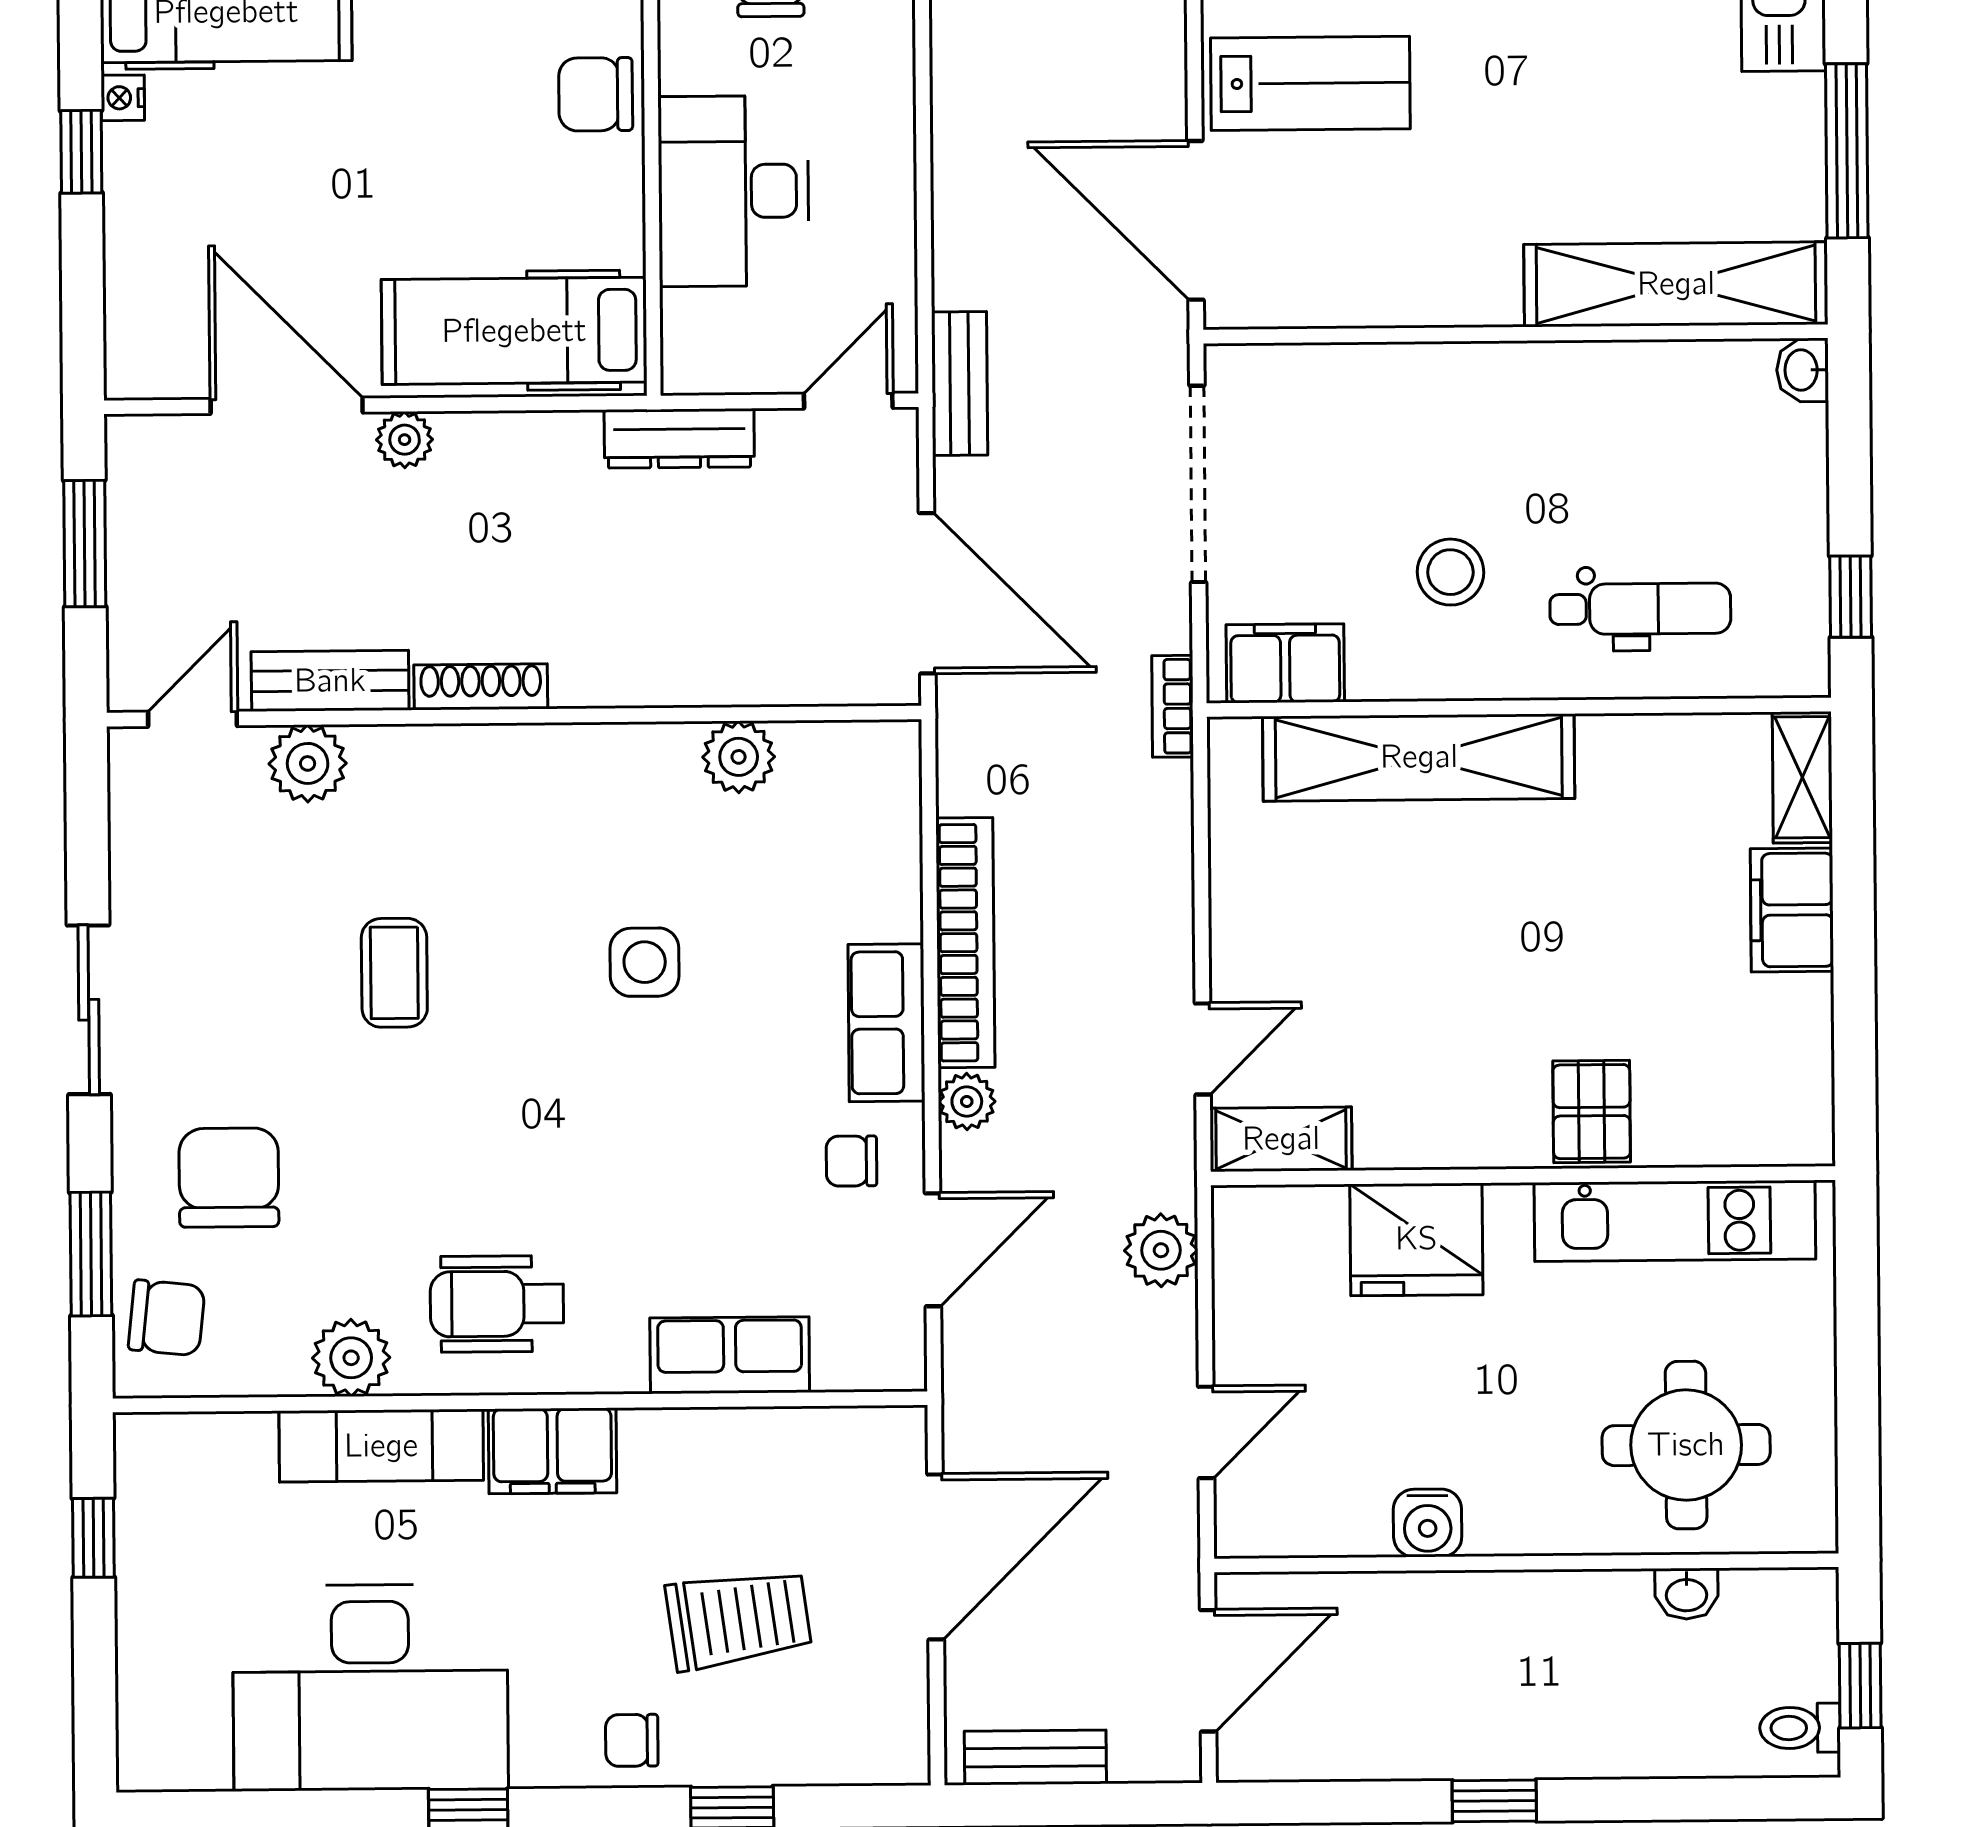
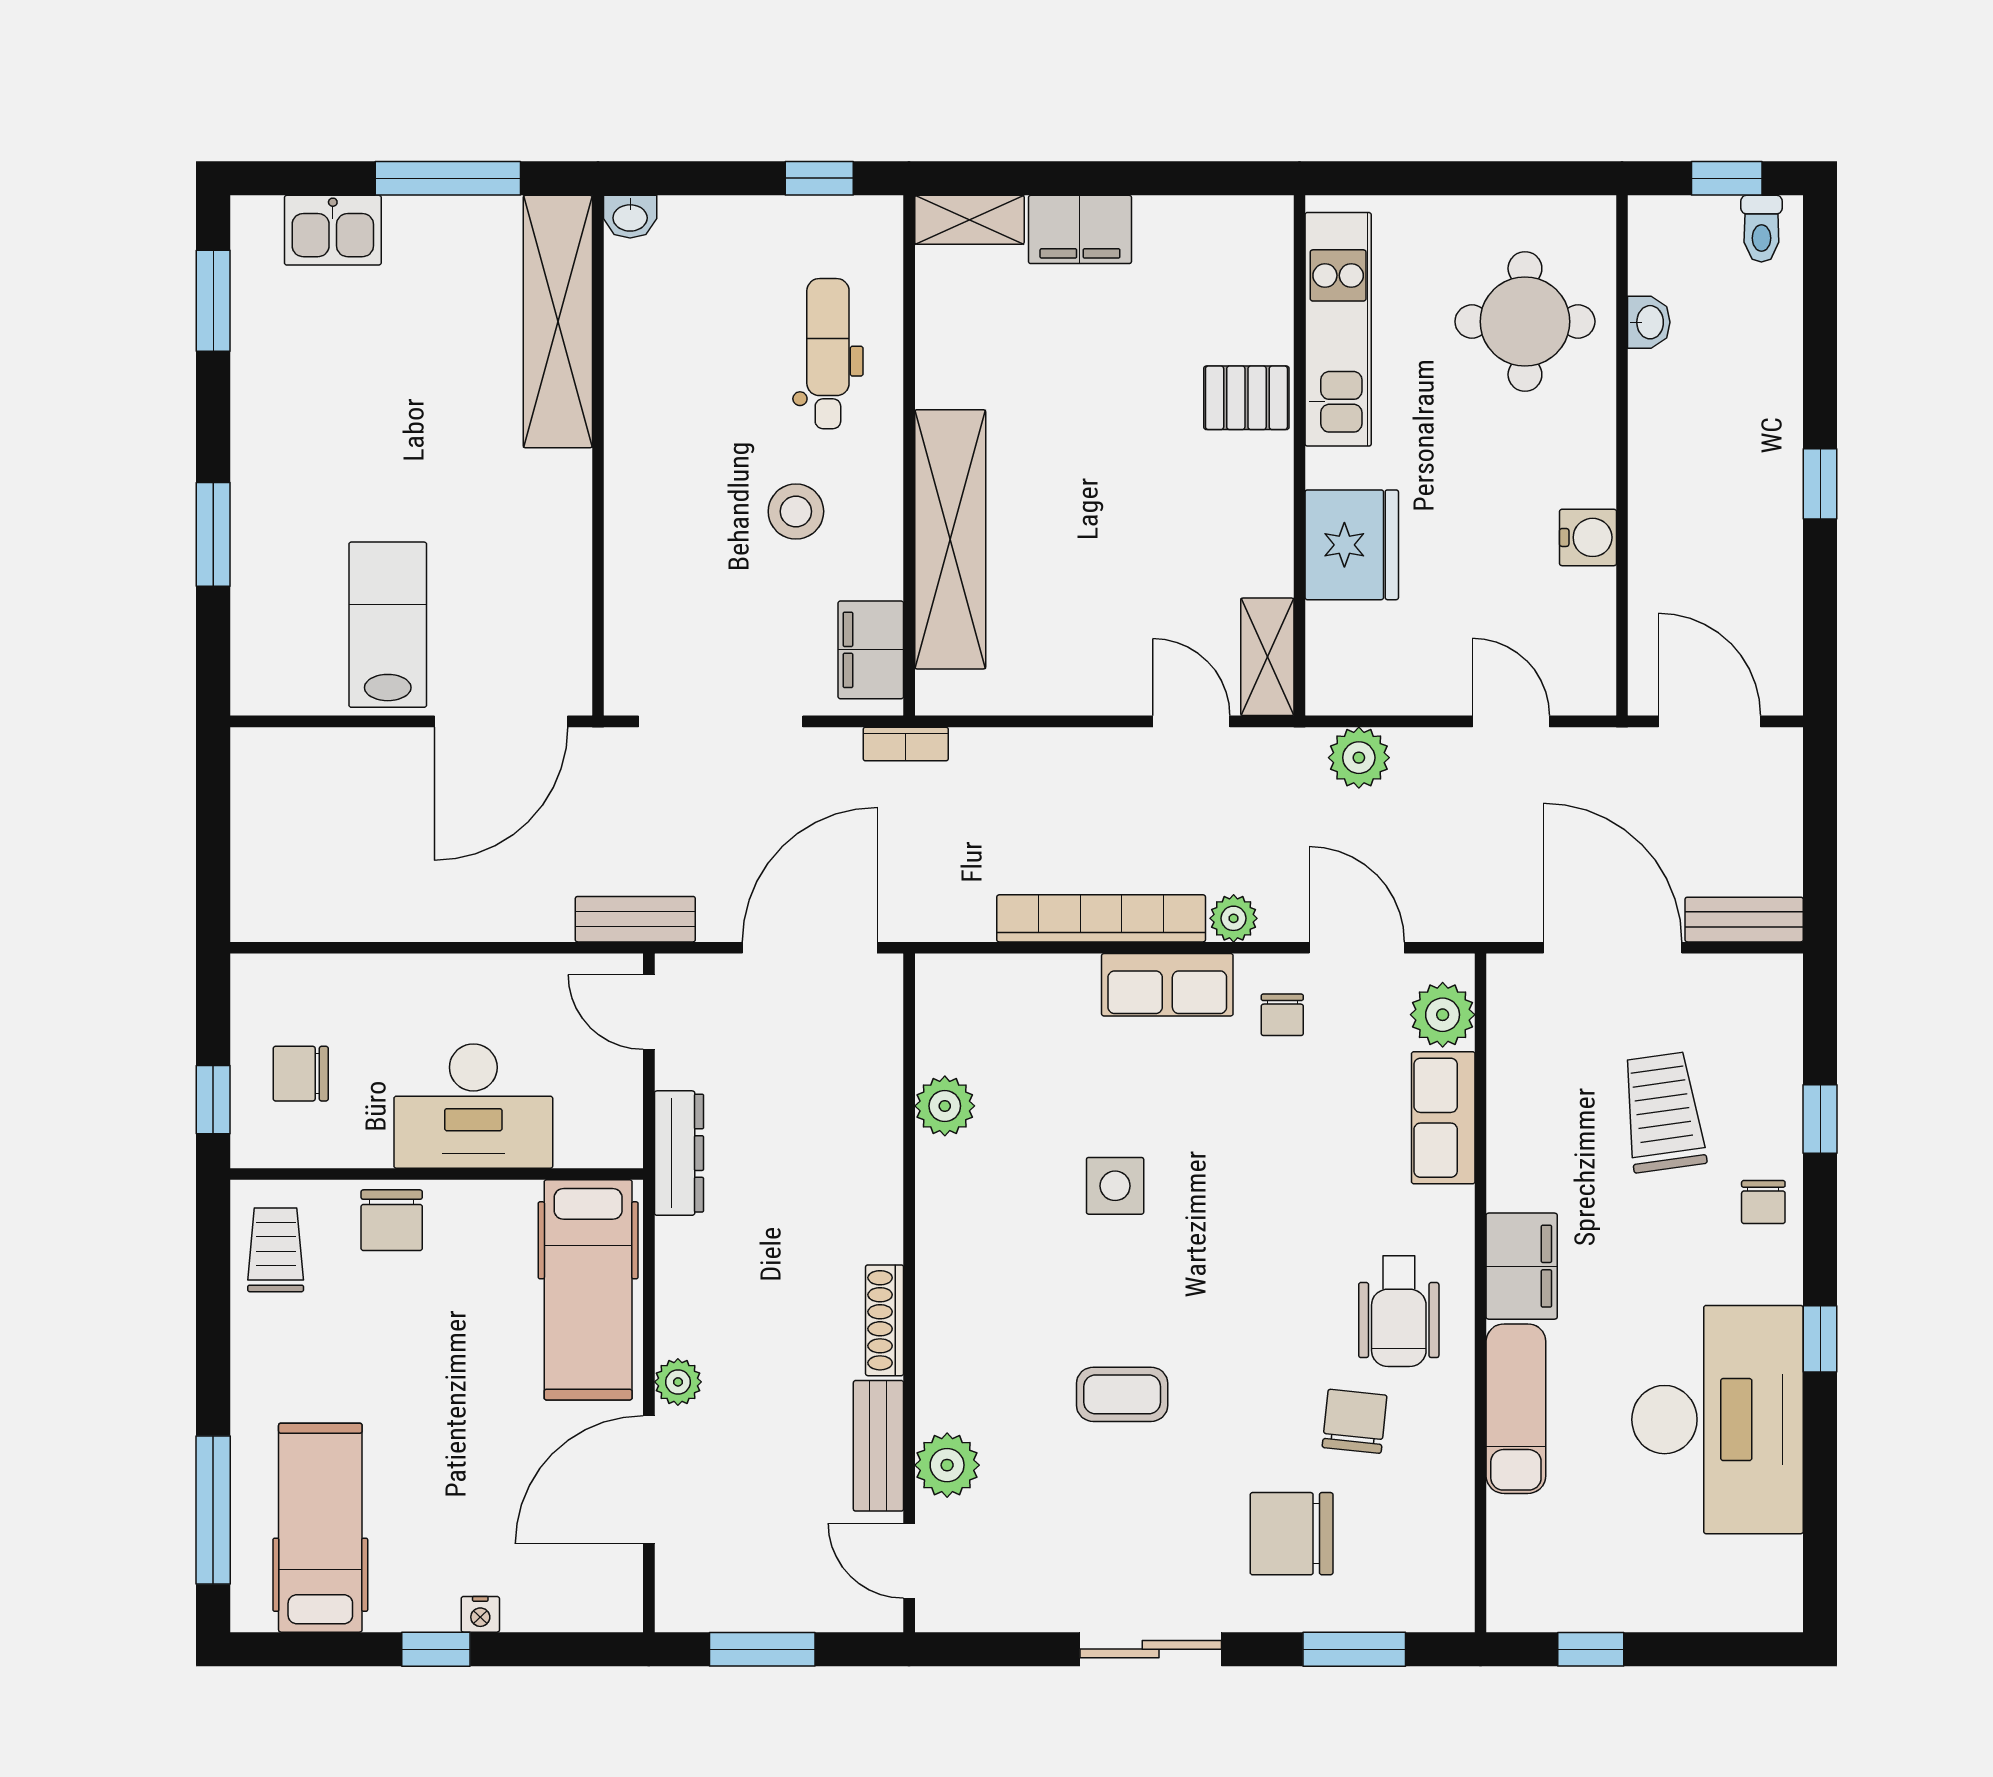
nightstand: (123, 98) -> (480, 1614), moved
chair: (167, 1318) -> (1355, 1421), moved
plant: (351, 1358) -> (1443, 1015), moved
bench: (1035, 1757) -> (1744, 920), moved, turned 90

